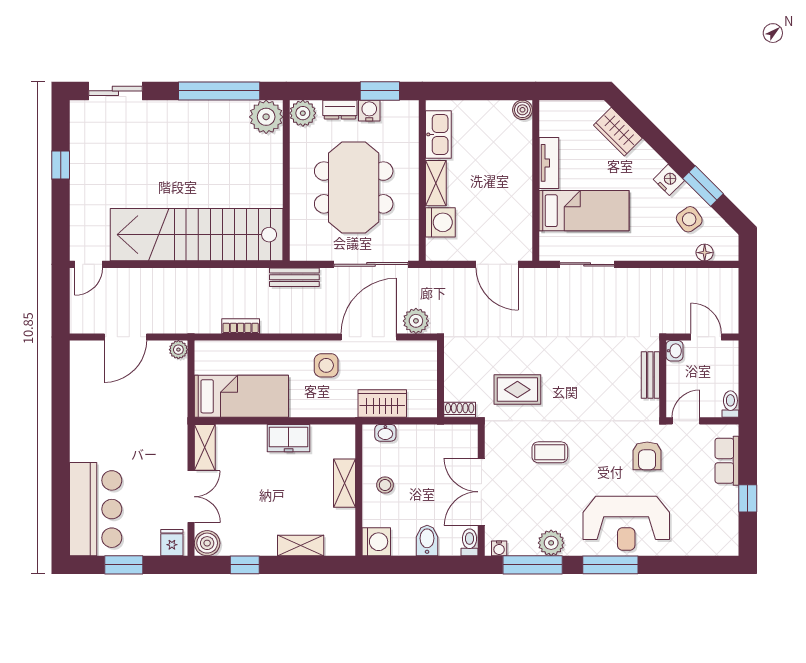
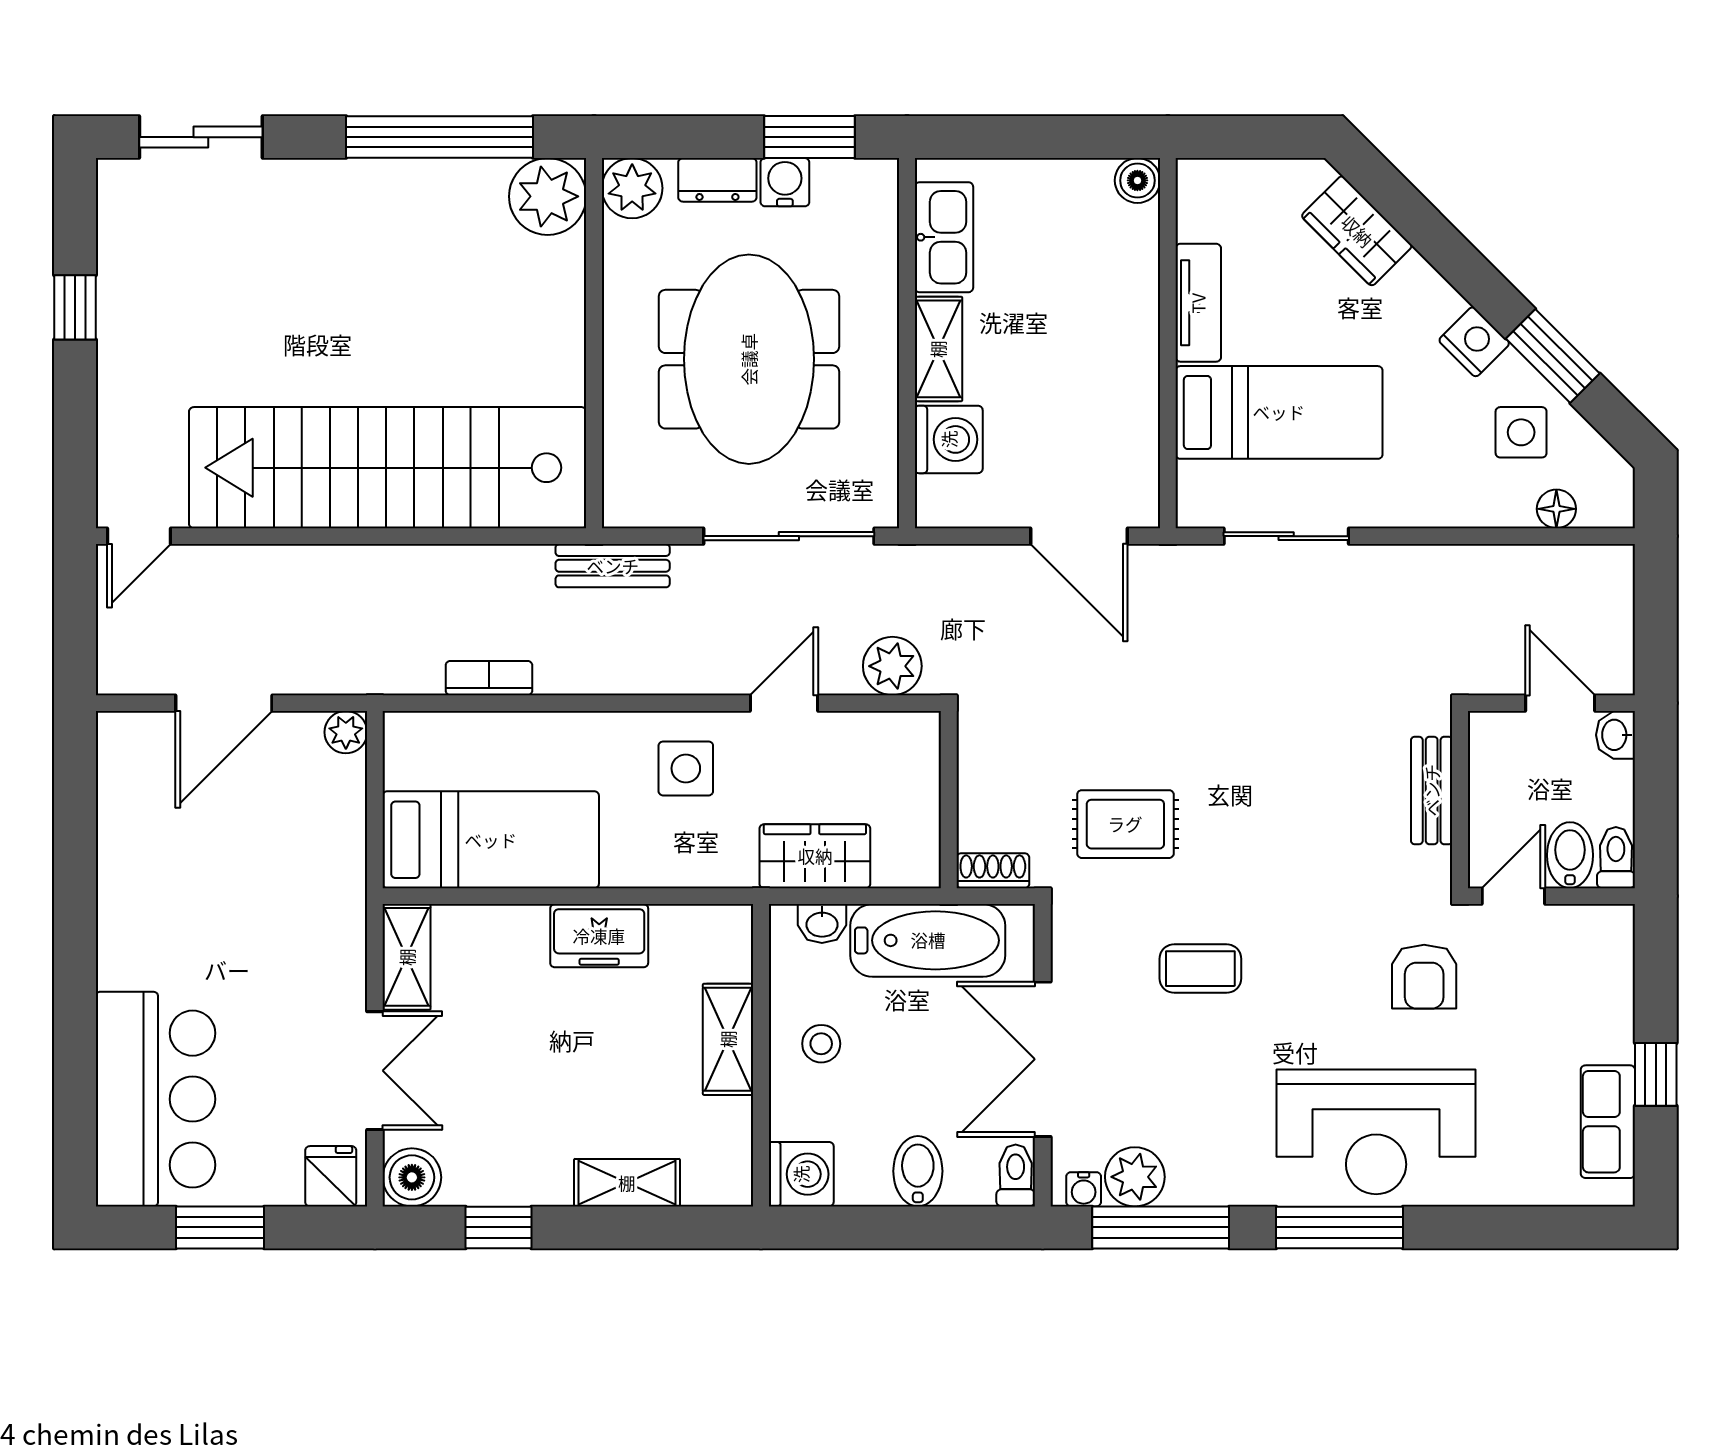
side table: (689, 219) -> (1521, 432), turned 36
door: (369, 337) -> (784, 703), width x0.53
washbasin: (674, 351) -> (1615, 735), moved, turned 180
bidet: (710, 403) -> (1570, 855), added
bathtub: (431, 440) -> (928, 940), added
row of seats: (727, 461) -> (1608, 1122), moved
plant: (551, 543) -> (1135, 1177), moved

